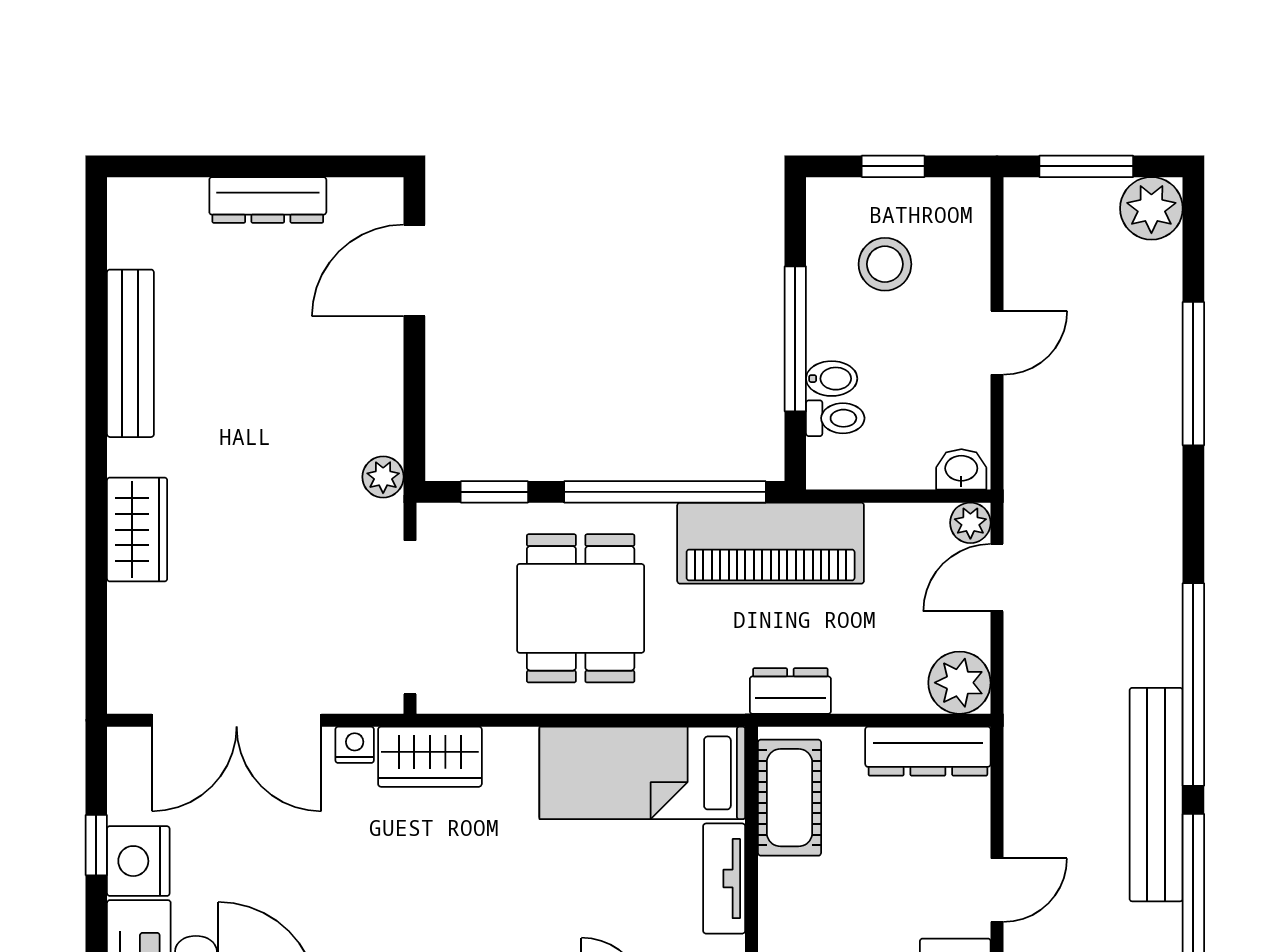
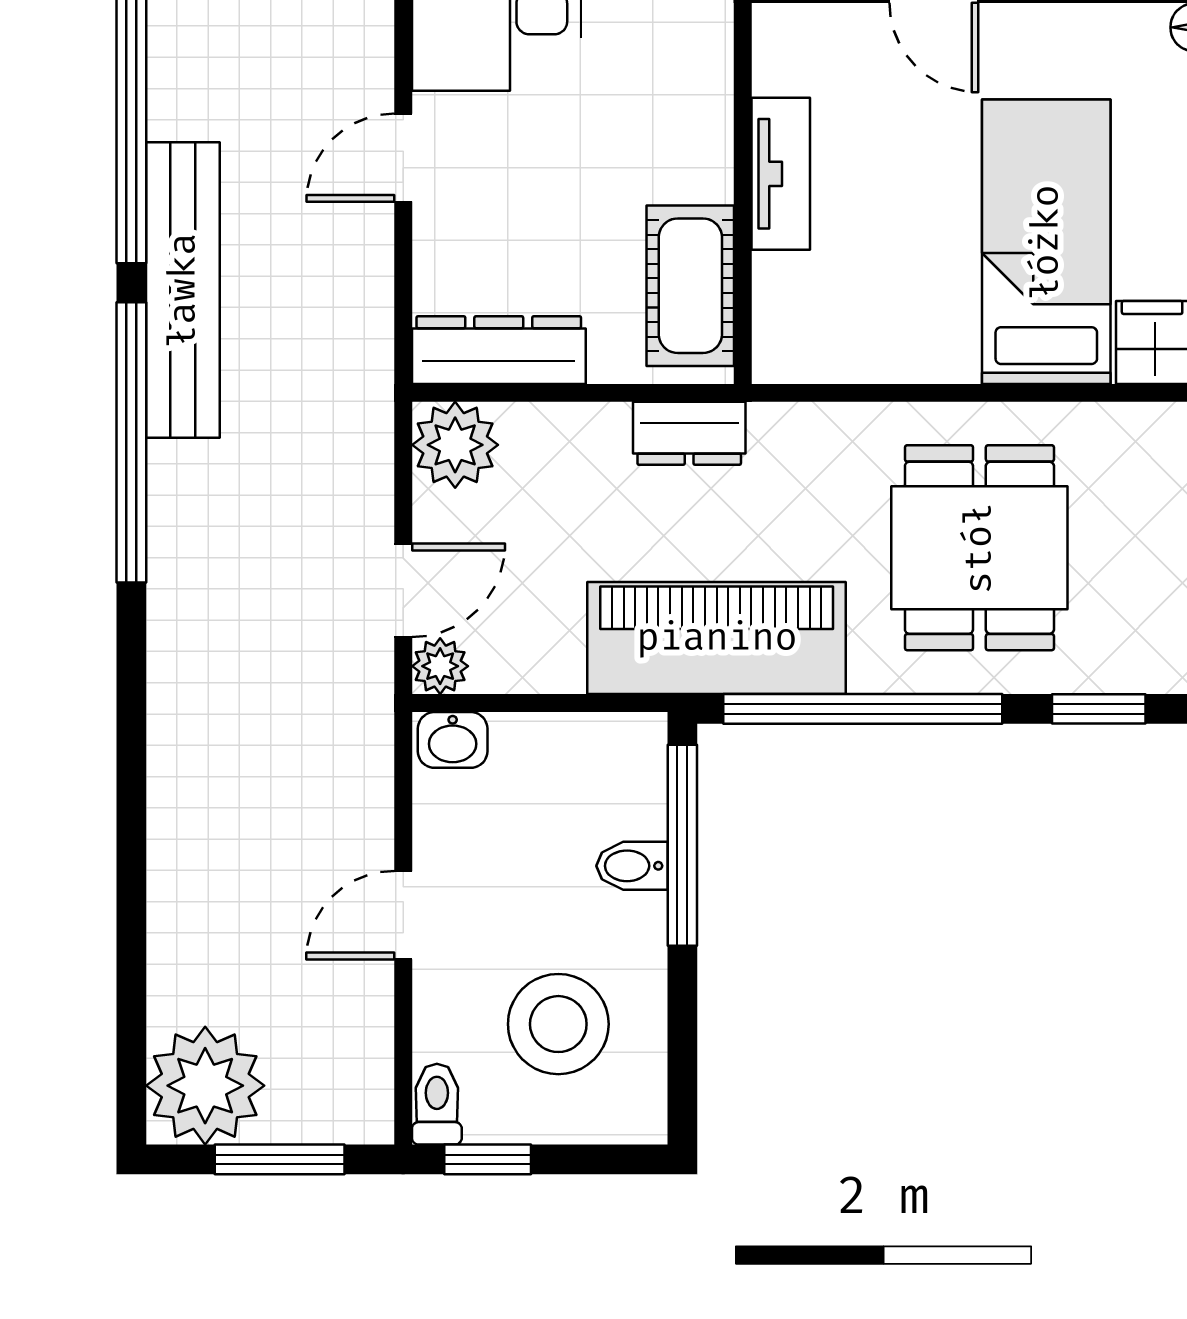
window: (893, 166) -> (488, 1159), moved
plant: (1151, 208) -> (205, 1086), width x1.36, depth x1.36
stool: (885, 264) -> (558, 1024), width x1.38, depth x1.38
window: (795, 339) -> (682, 845), moved
window: (1193, 374) -> (131, 873), removed
toilet: (835, 418) -> (437, 1104), moved, turned 90
bed: (642, 773) -> (1046, 242), moved, turned -90

